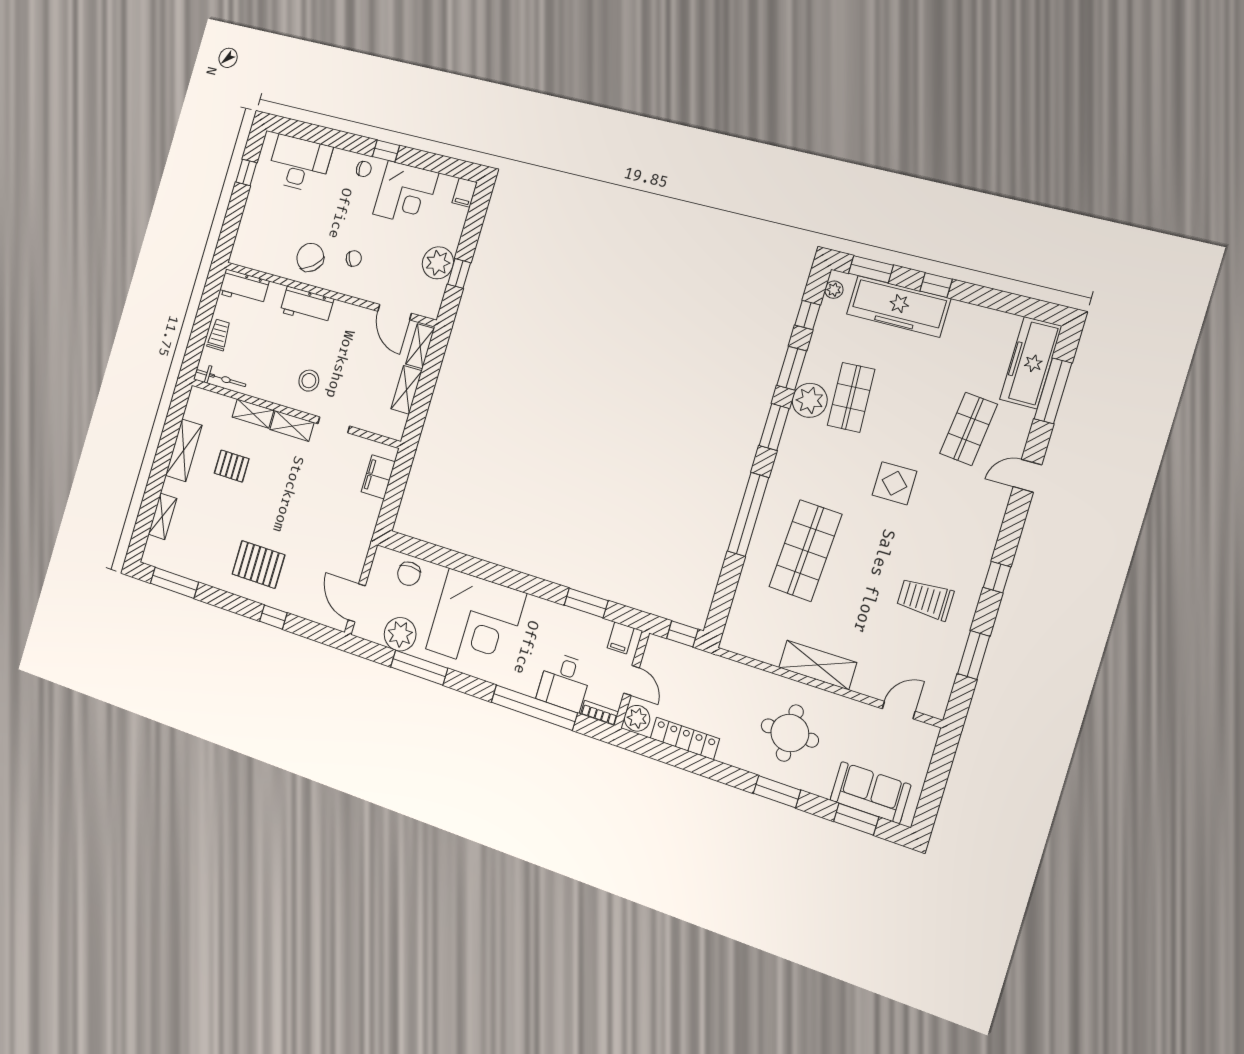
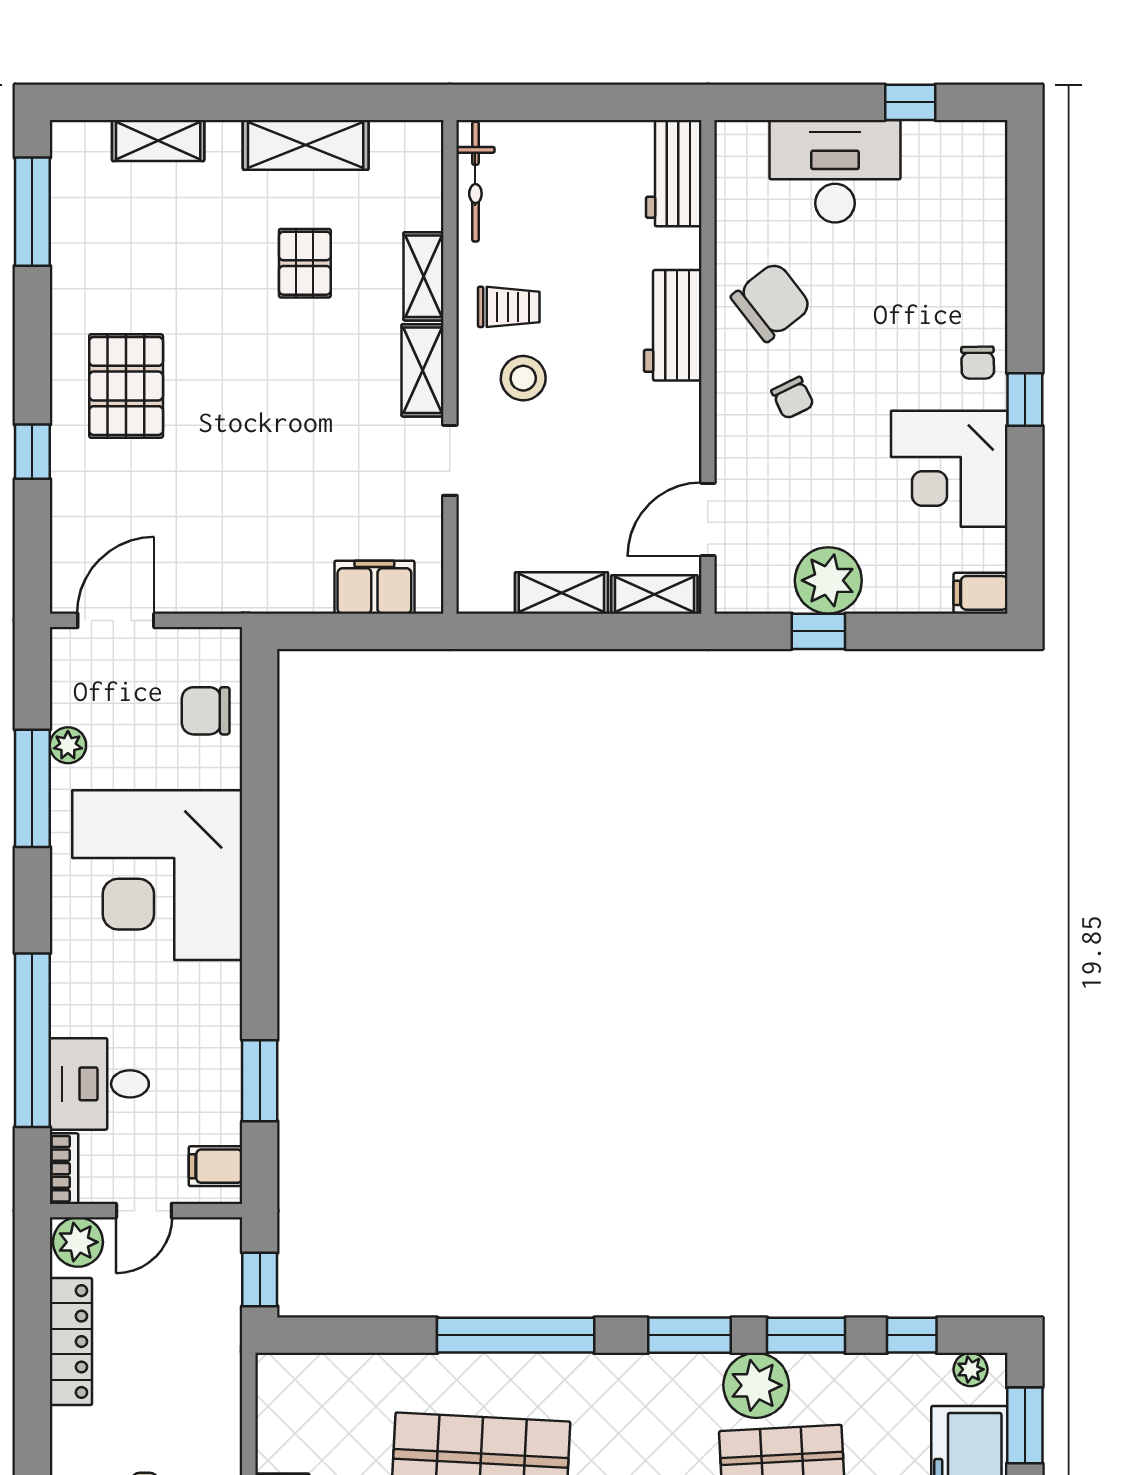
desk: (299, 164) -> (835, 171), moved, turned -90
trolley: (219, 335) -> (509, 307), moved
plant: (400, 634) -> (68, 745), width x0.53, depth x0.53

